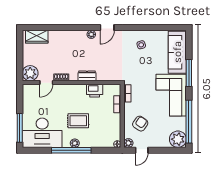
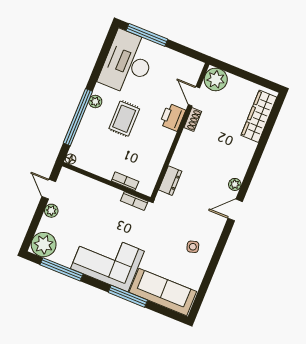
door: (107, 28) -> (235, 210), hinge flipped
wardrobe: (37, 37) -> (259, 116), width x1.50
dresser: (87, 76) -> (170, 181), moved
printer: (95, 91) -> (173, 117), moved
window: (189, 122) -> (62, 269), width x0.68
armchair: (140, 124) -> (86, 202), removed
plant: (128, 143) -> (51, 211), moved
window: (71, 150) -> (78, 117), moved

